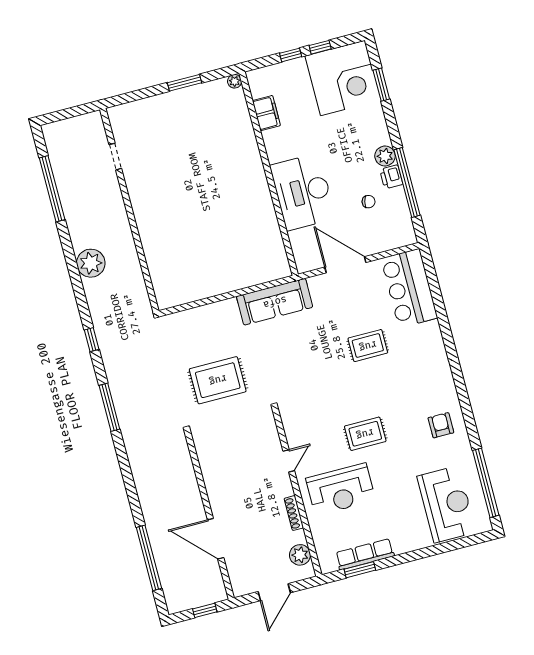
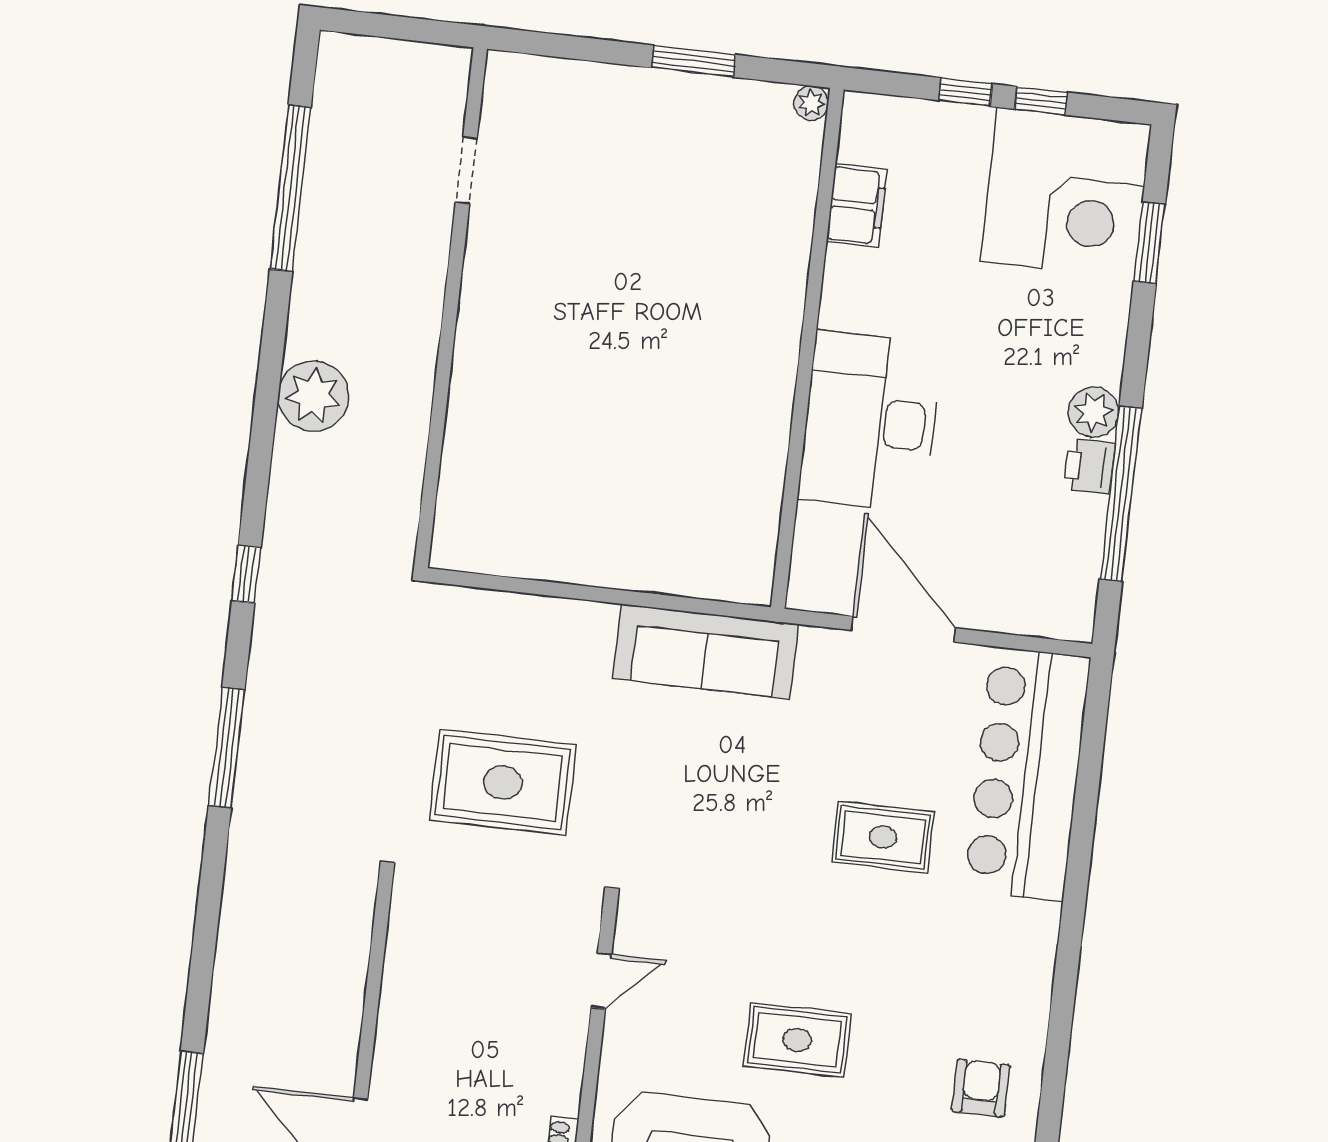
chair: (369, 202) -> (1014, 503), removed
bar counter: (409, 288) -> (1027, 774), width x1.36
door: (289, 461) -> (601, 981), moved

